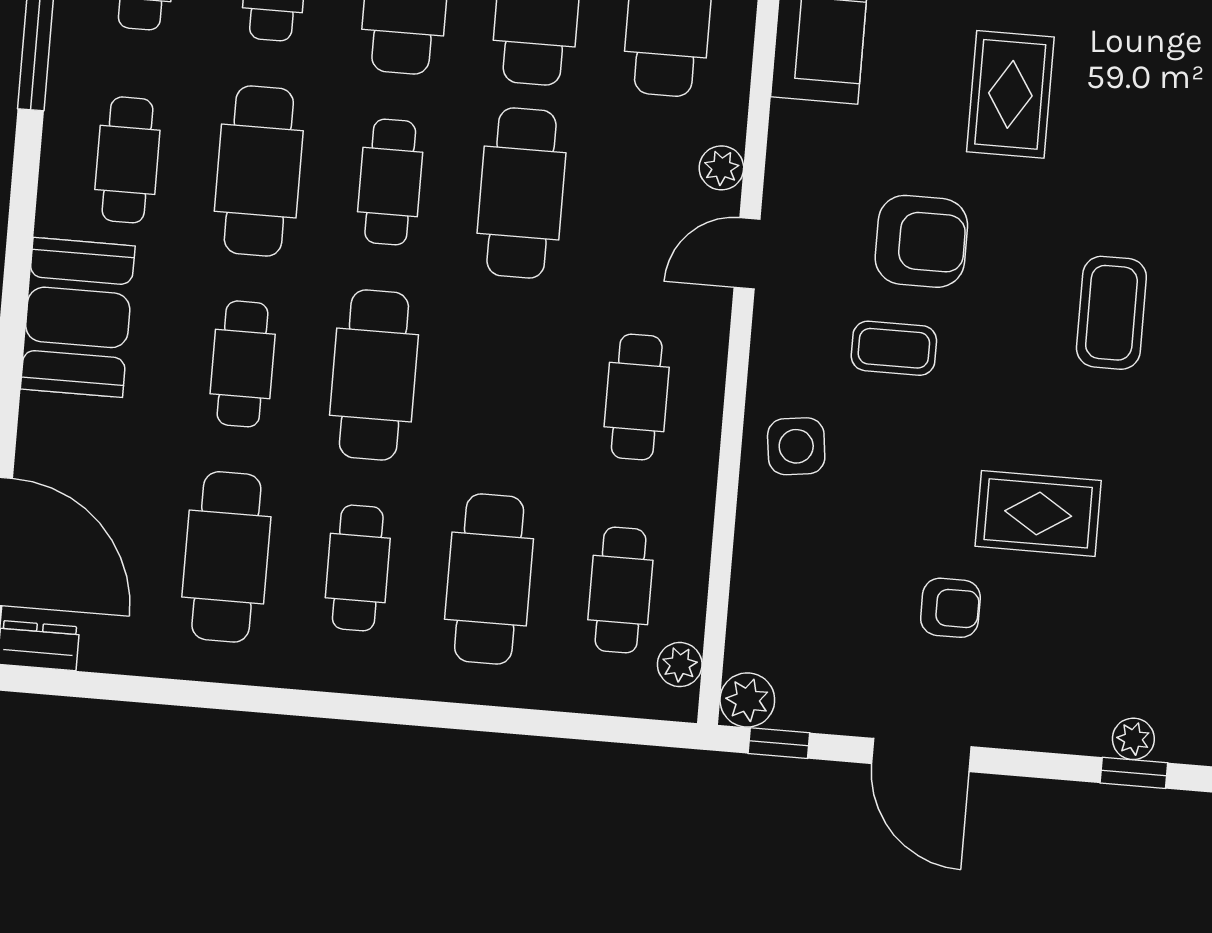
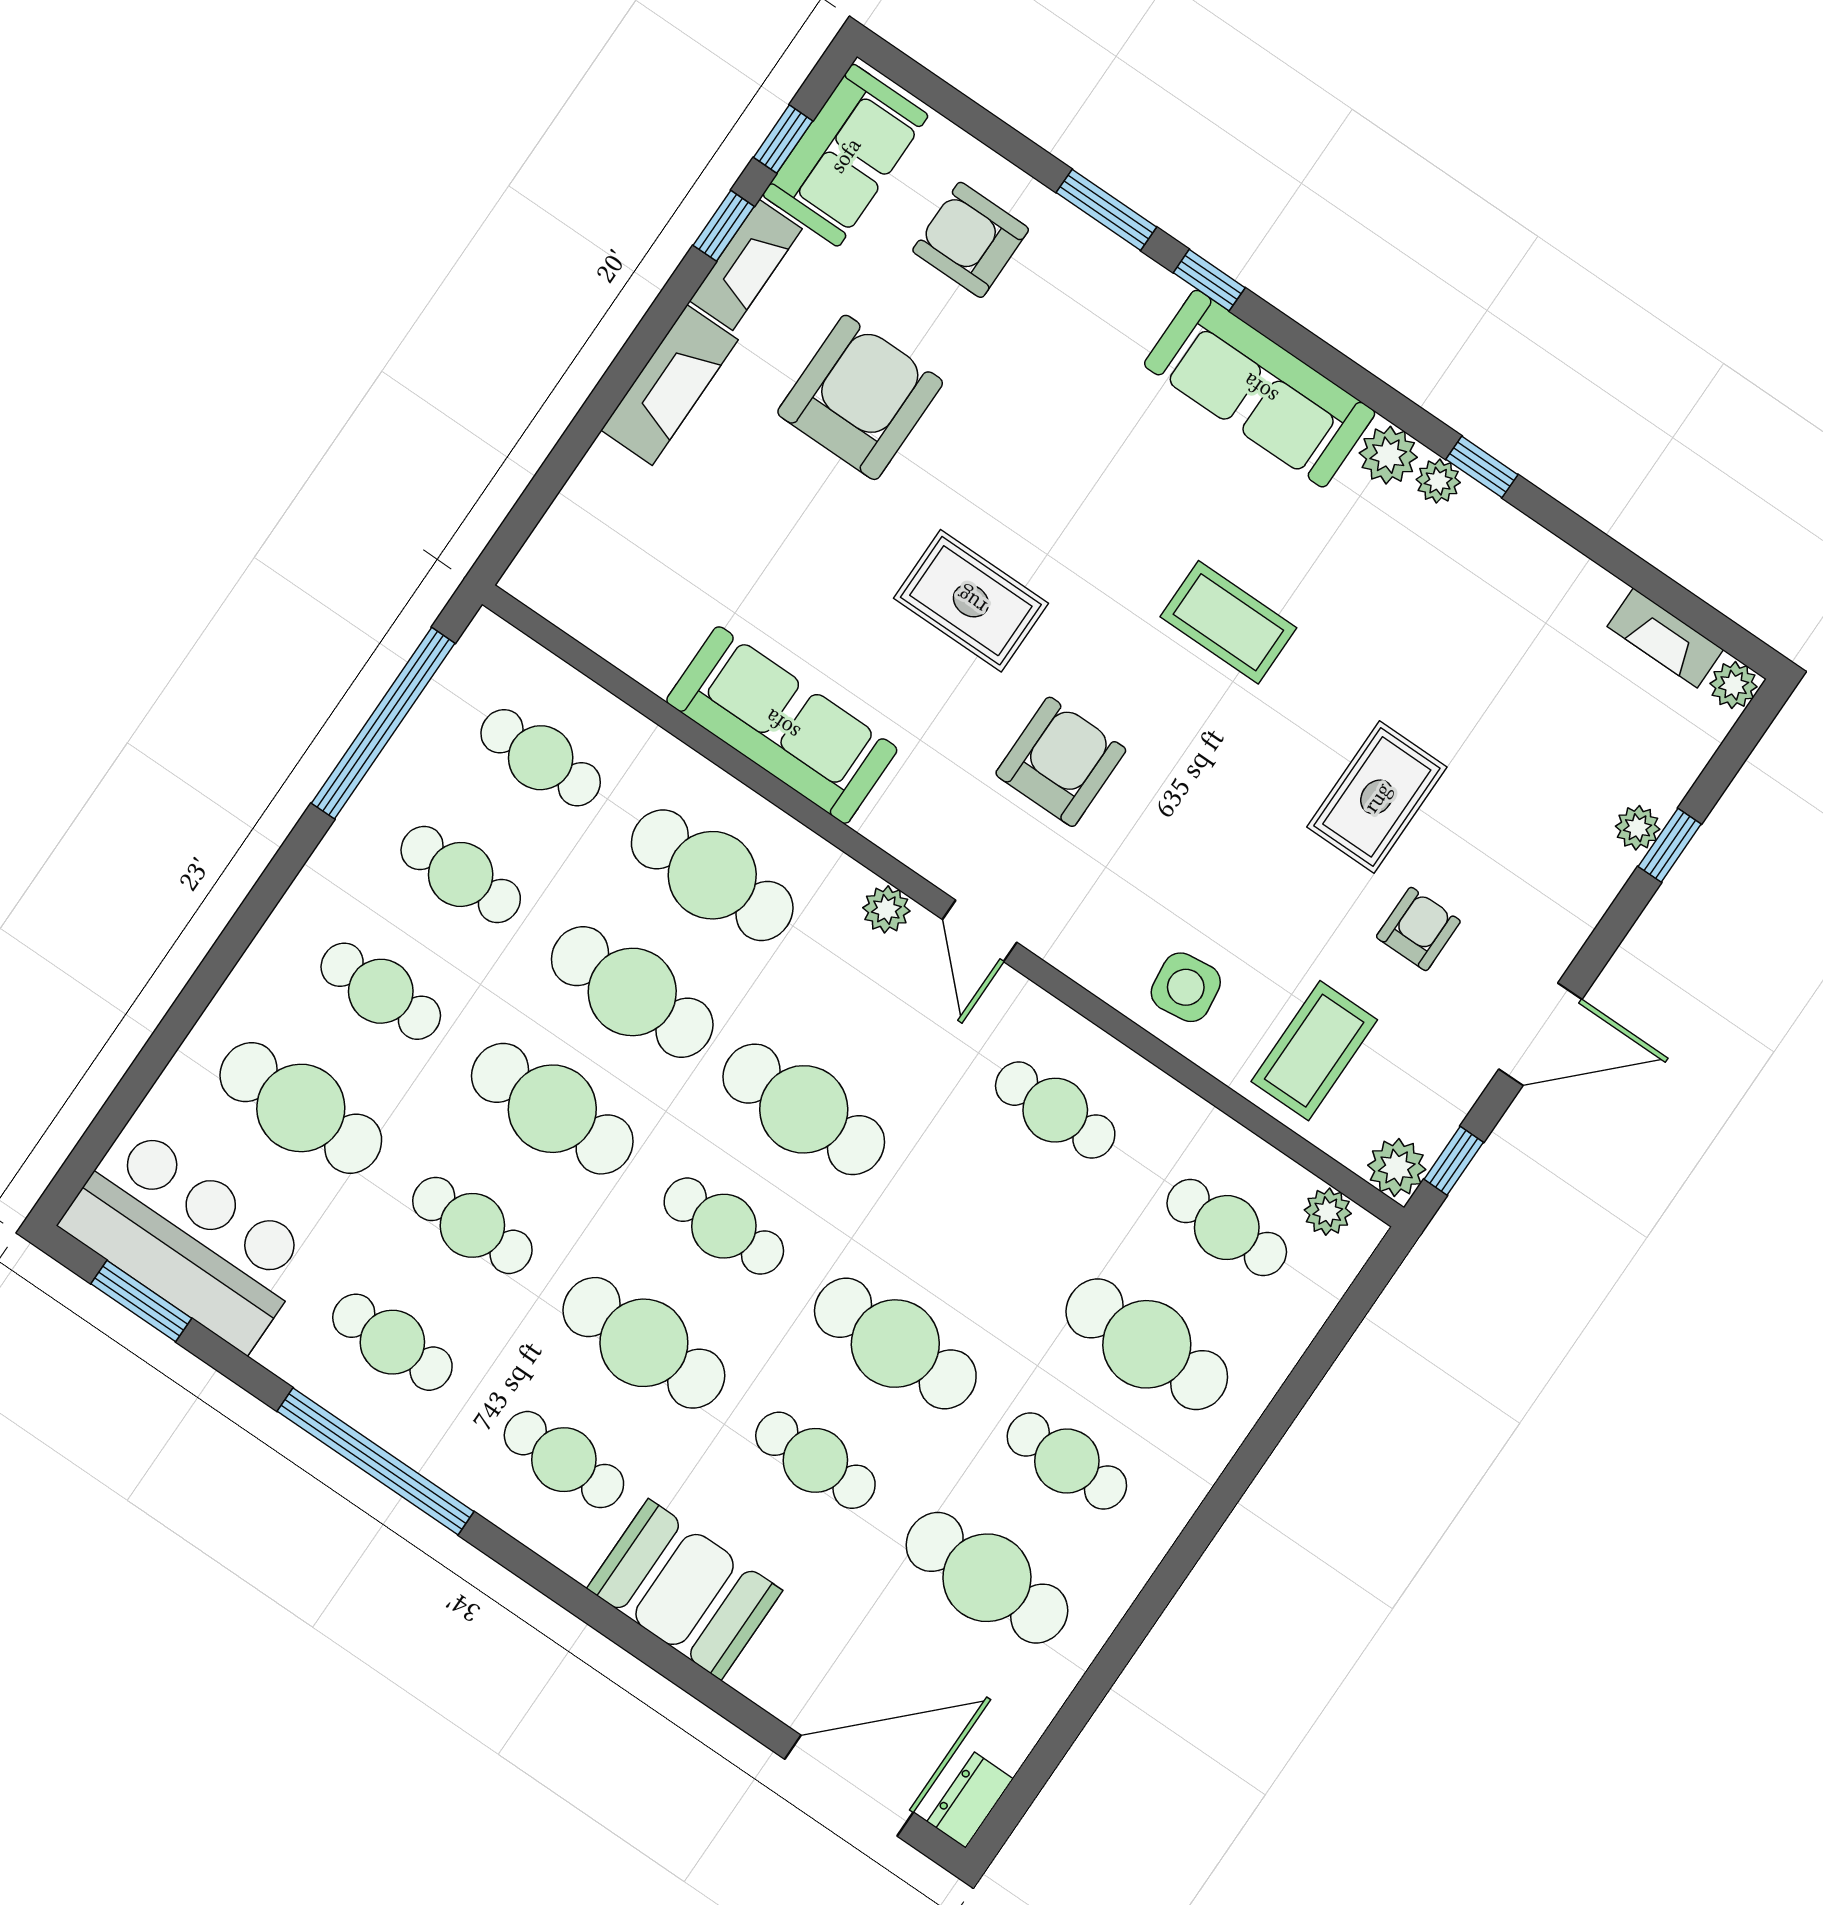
coffee table: (894, 348) -> (1314, 1051), moved, width x1.36, depth x1.30

